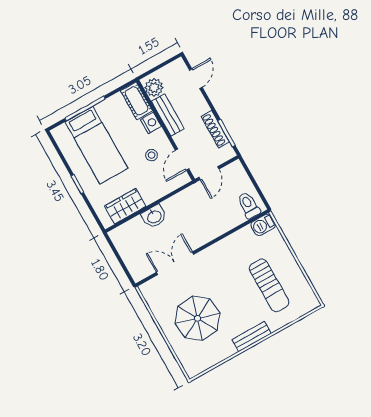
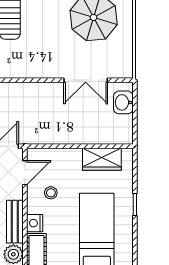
washbasin: (154, 216) -> (123, 102), moved, turned -90

